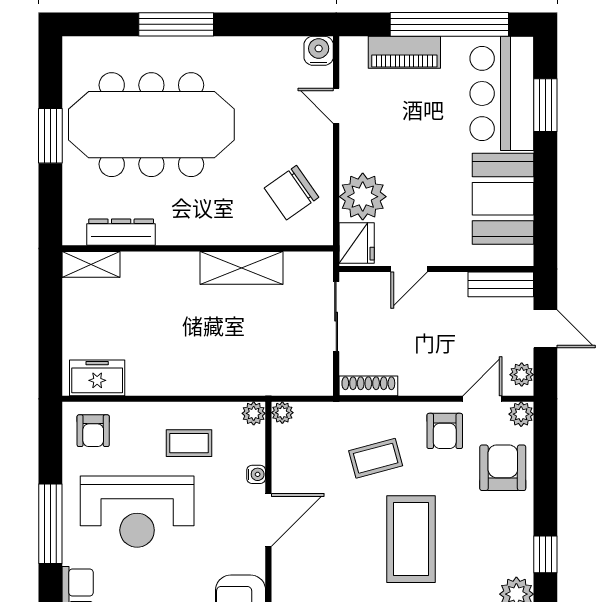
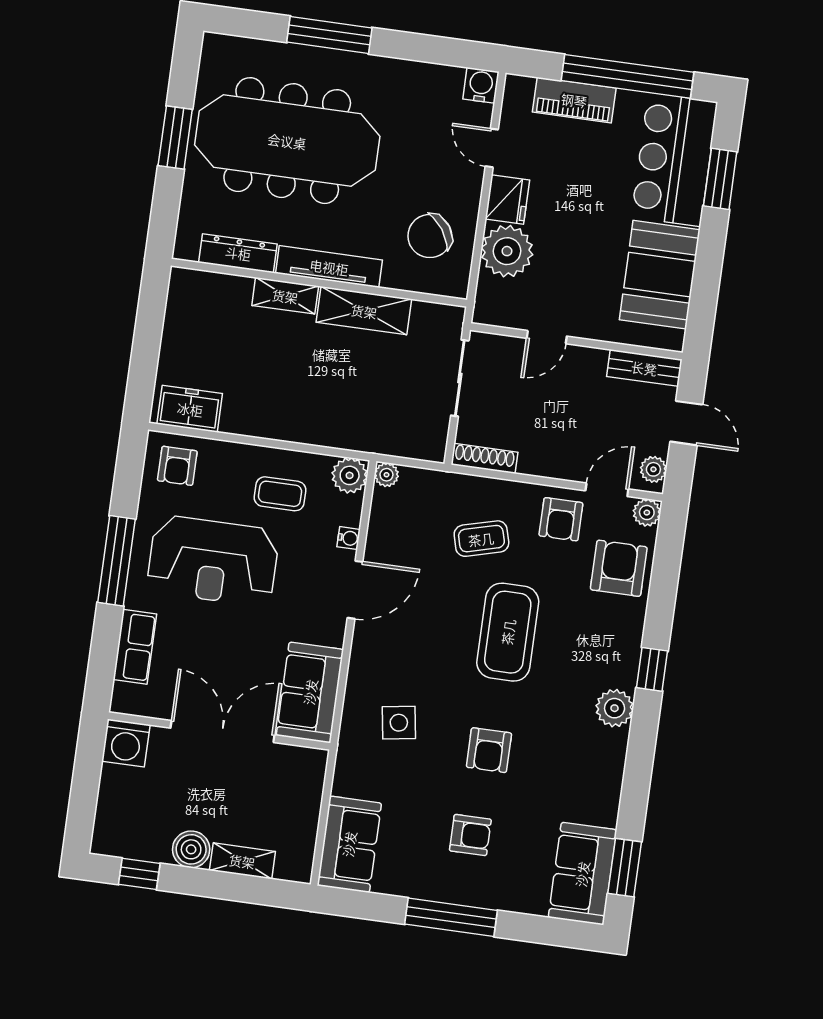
tv unit: (205, 233) -> (329, 267), added
fridge: (357, 243) -> (507, 200), moved
shelving: (91, 264) -> (285, 296), moved
plant: (254, 413) -> (350, 475), width x1.38, depth x1.38

